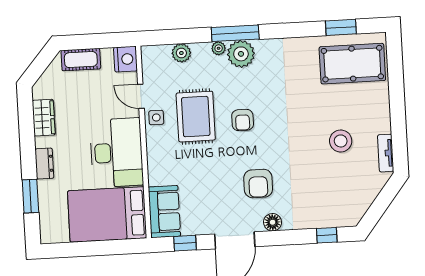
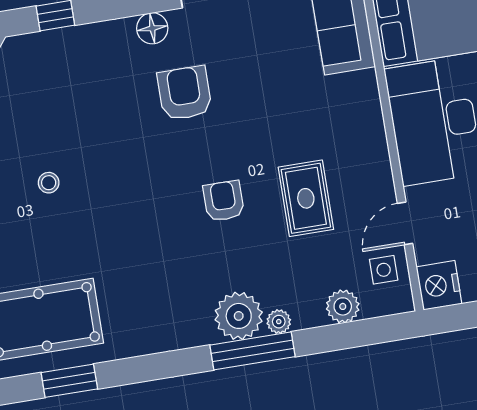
door: (141, 96) -> (405, 223), swing flipped
rug: (196, 117) -> (306, 198), width x0.73, depth x0.70
side table: (156, 118) -> (384, 270), moved
stool: (341, 141) -> (49, 183), width x0.53, depth x0.53

